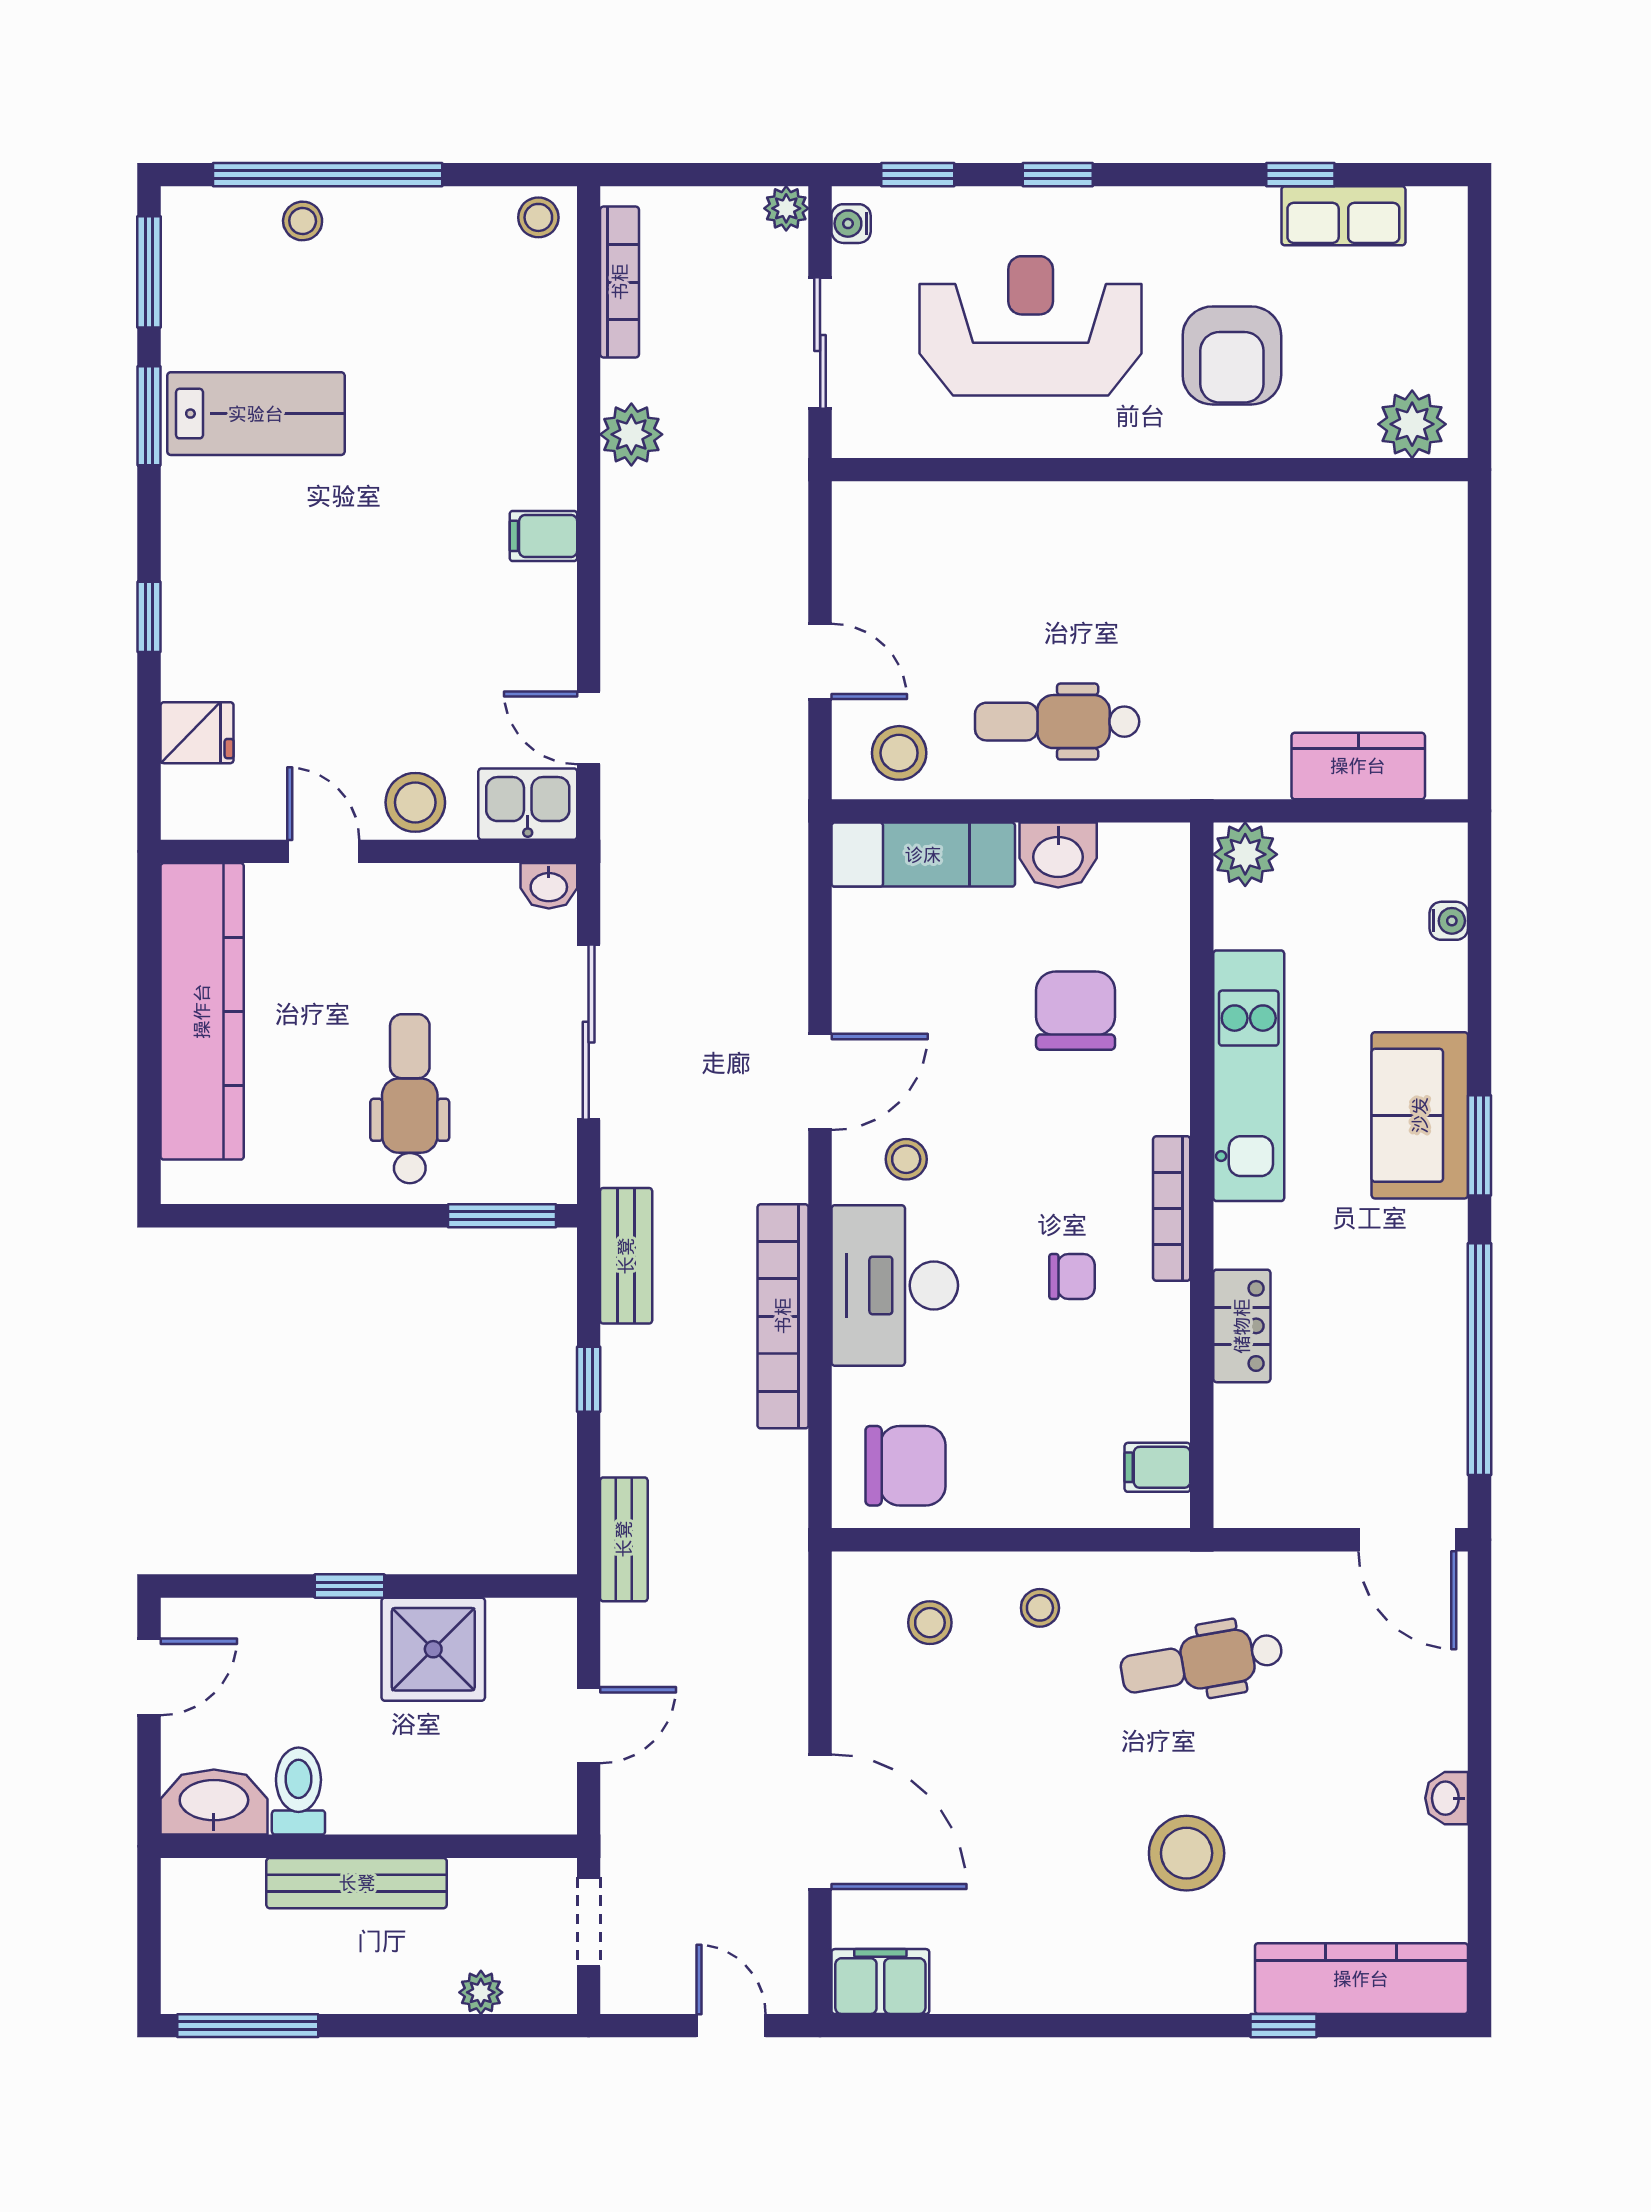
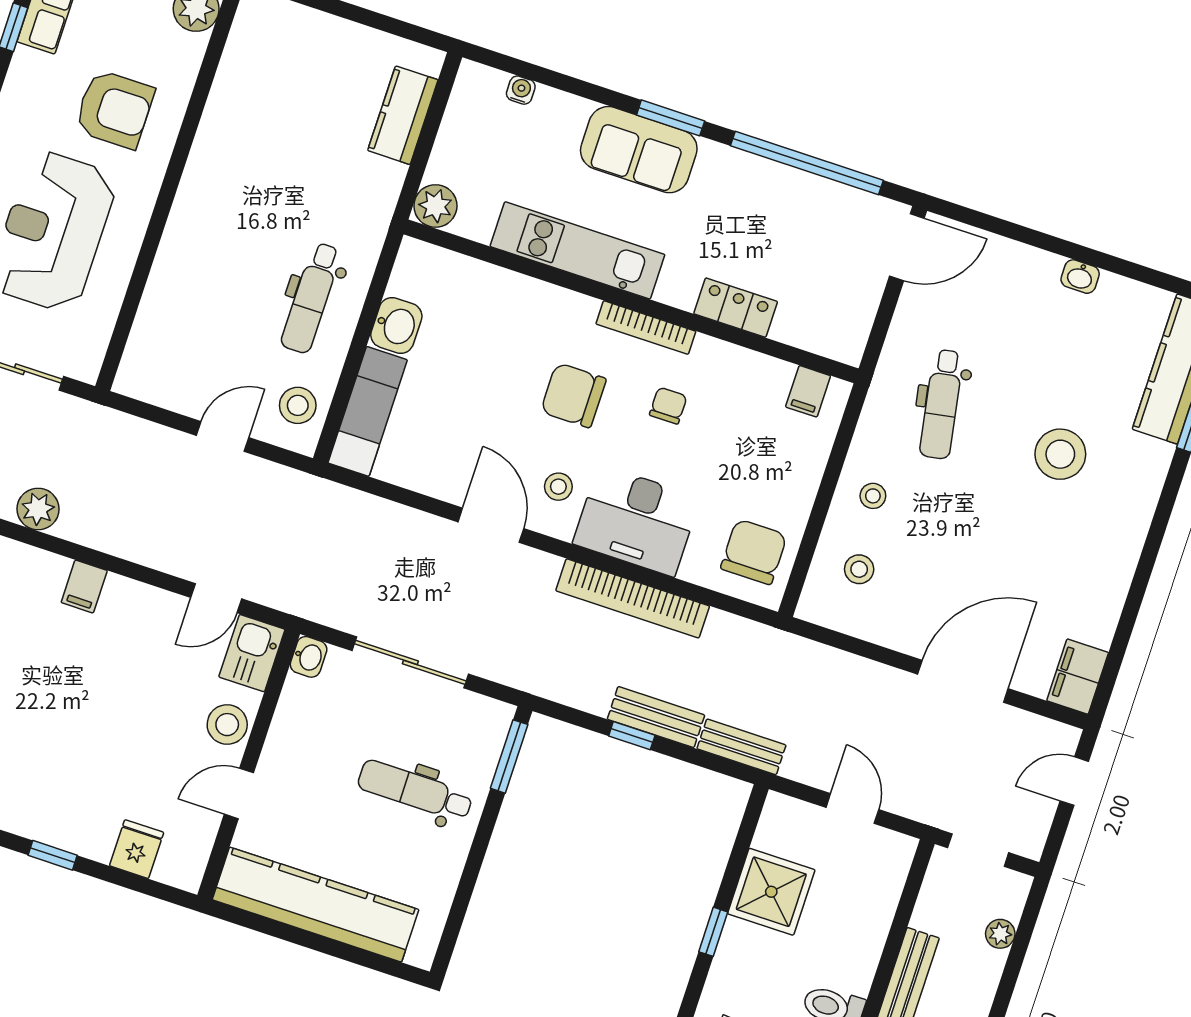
chair: (1076, 1011) -> (573, 395), moved
bench: (626, 1256) -> (656, 717), moved

